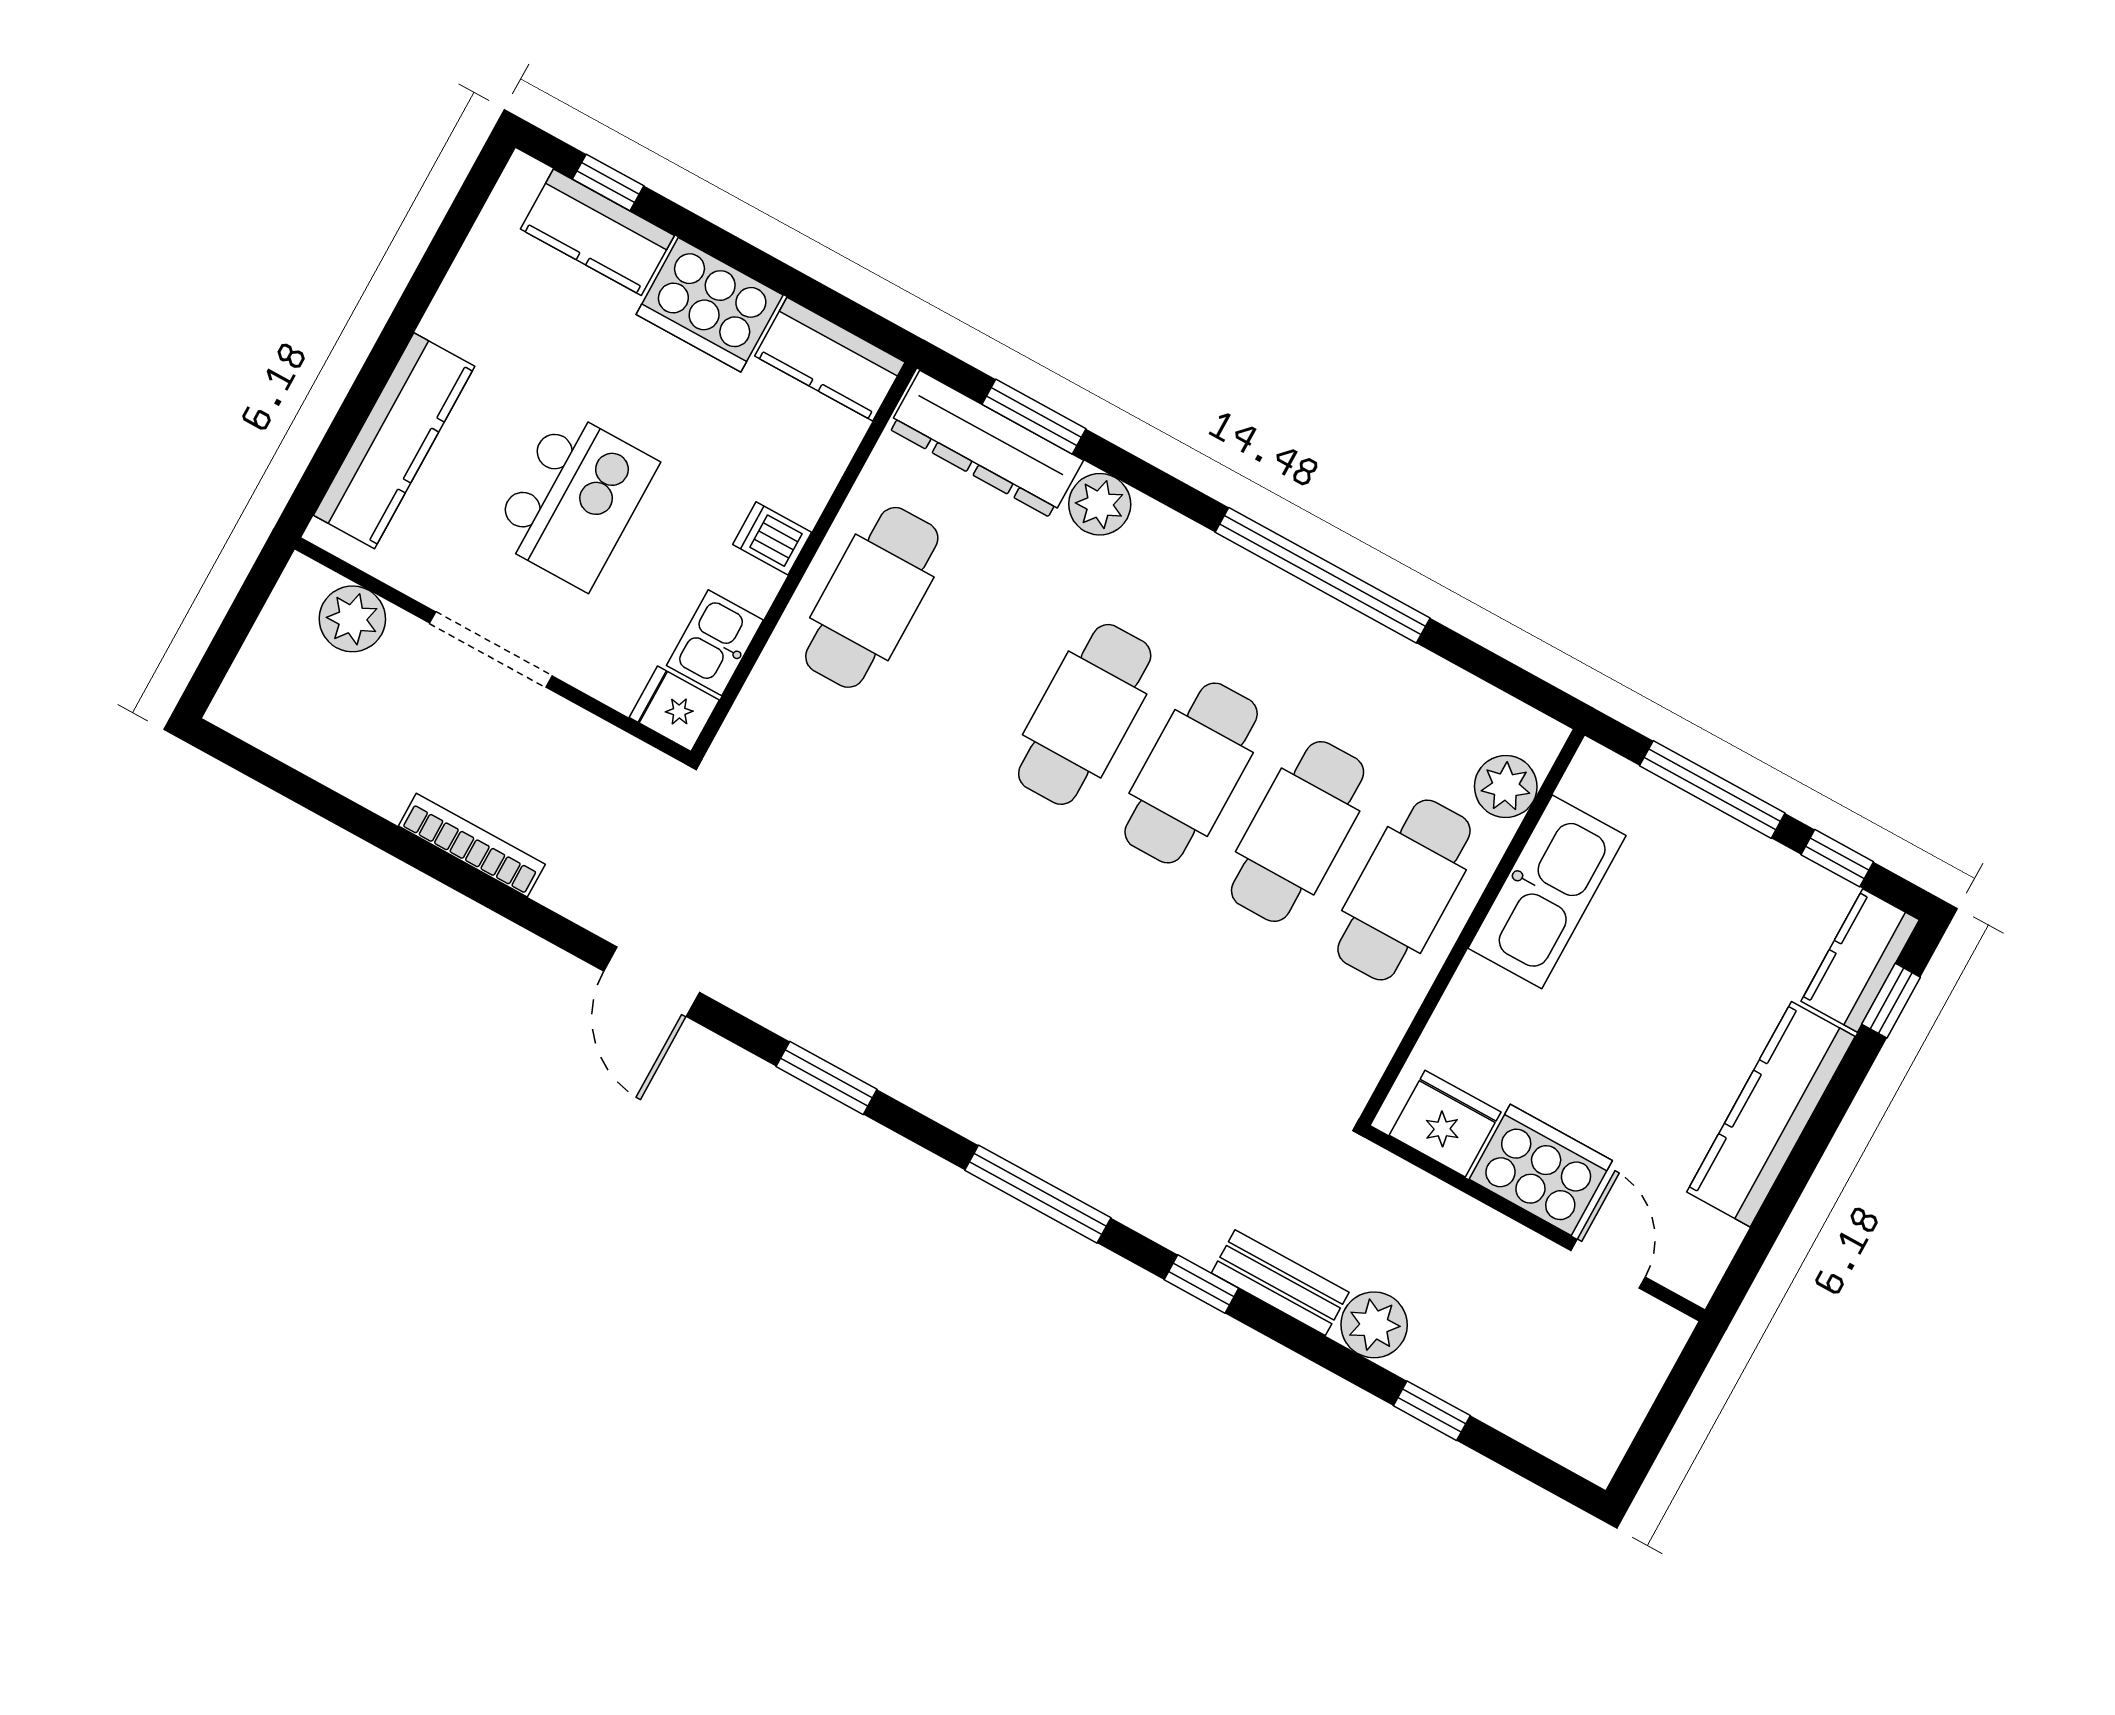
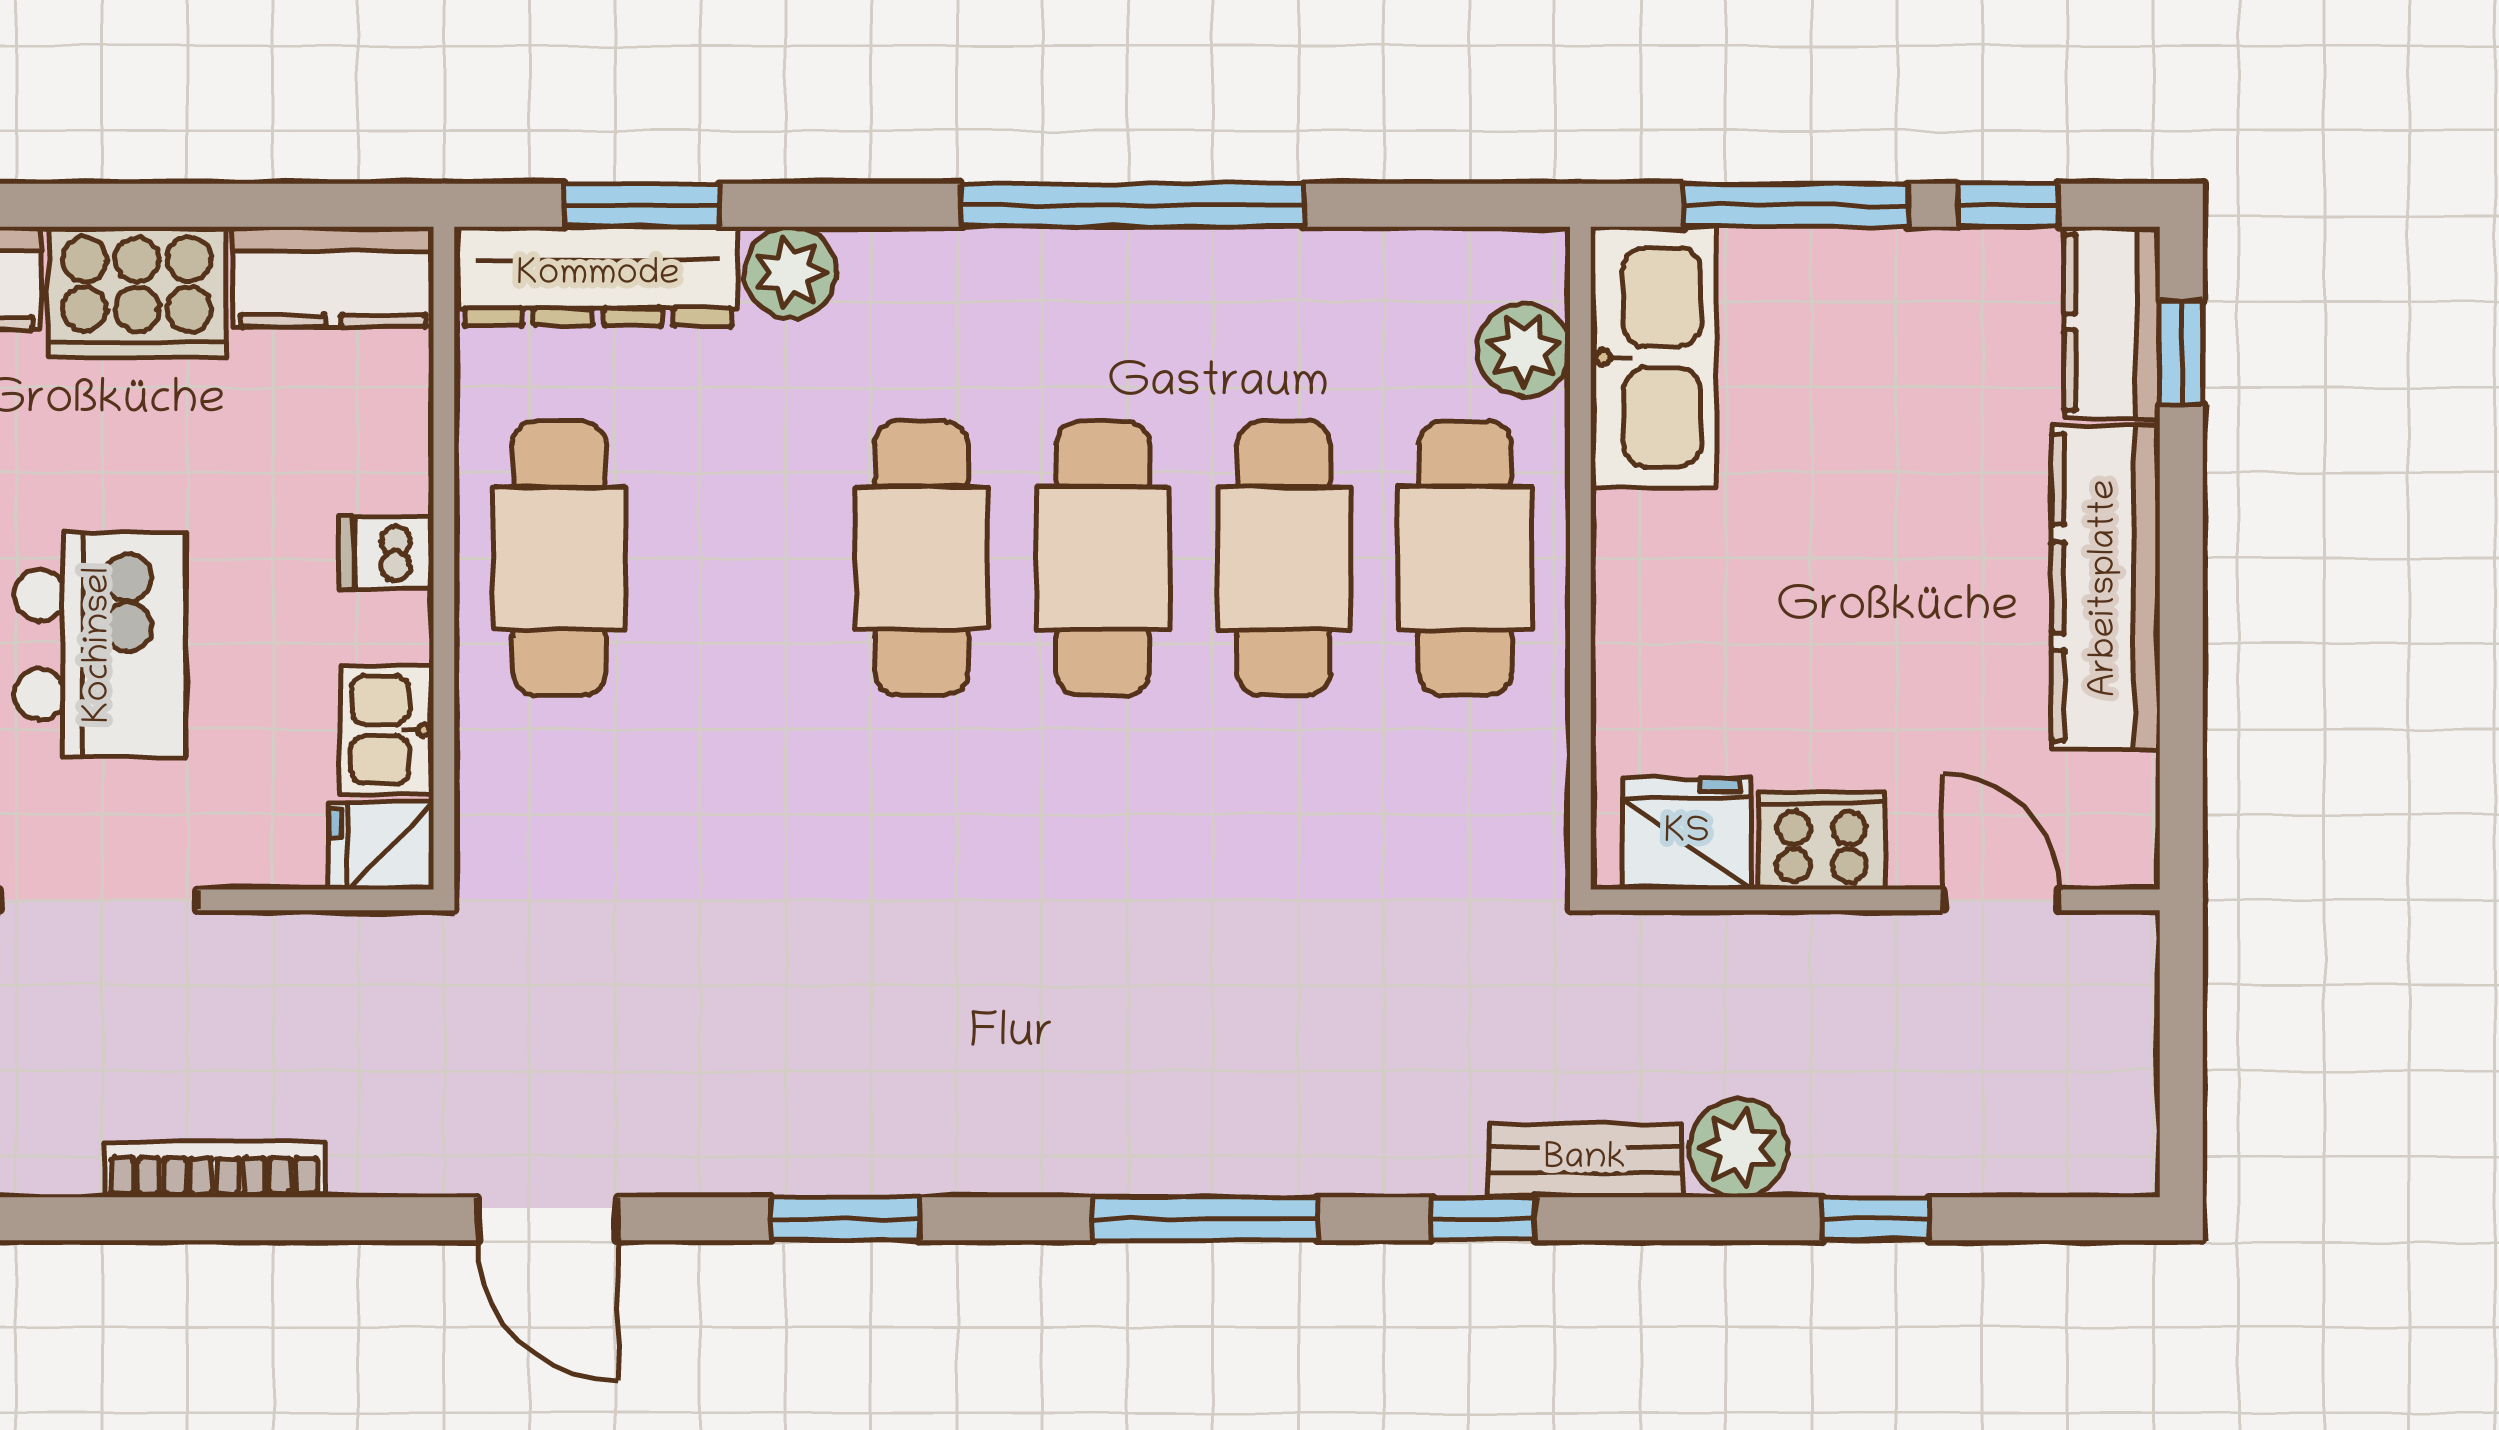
kitchen sink: (1547, 892) -> (1653, 357), moved
cooker: (1541, 1170) -> (1821, 841), width x0.73, depth x0.76

